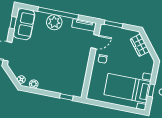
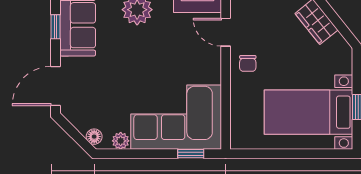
door: (95, 42) -> (226, 32), swing flipped
corner sofa: (63, 78) -> (176, 117), added

